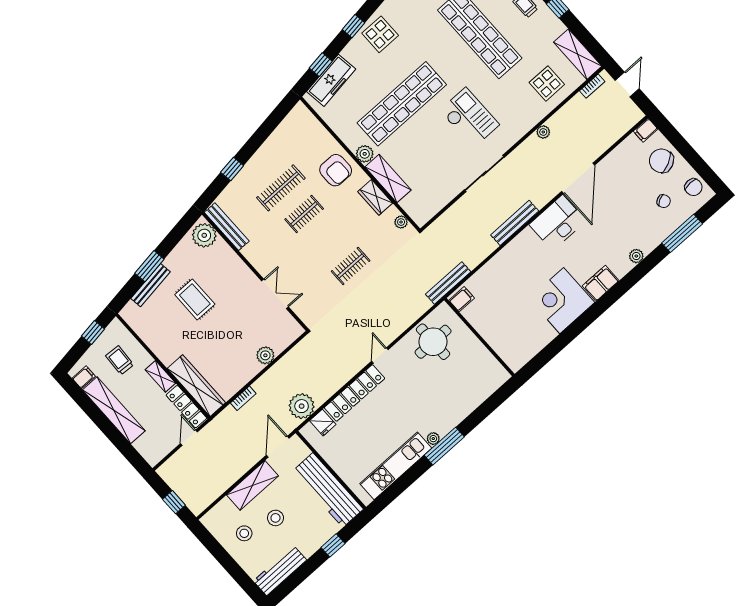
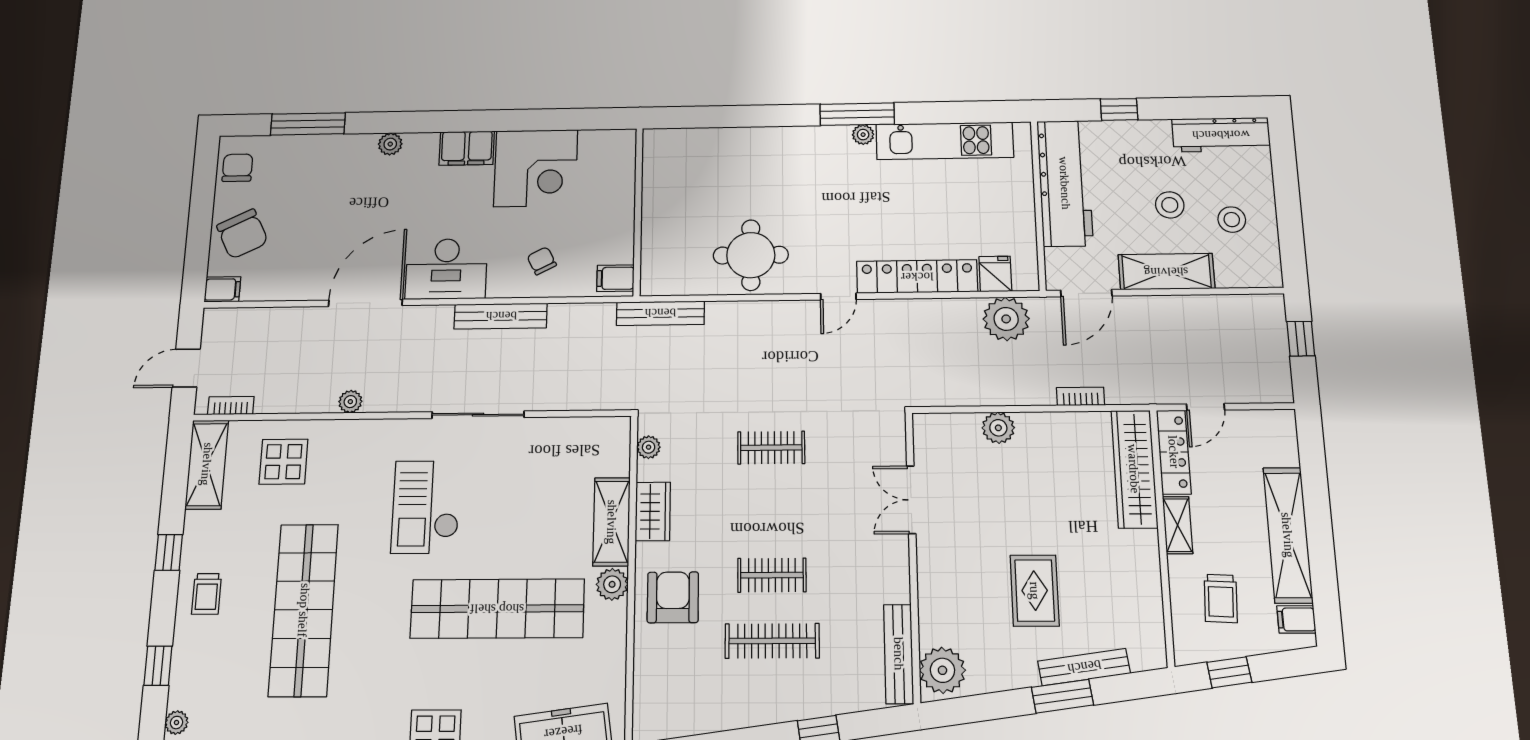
chair: (664, 201) -> (542, 261), moved
filing cabinet: (462, 299) -> (615, 278), moved
wall: (479, 337) -> (638, 211), moved

